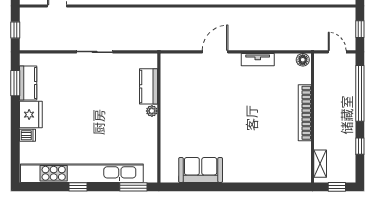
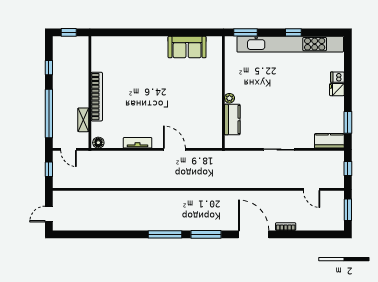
door: (215, 52) -> (174, 149), swing flipped
kitchen counter: (28, 83) -> (329, 141), moved, turned 90
fridge: (31, 115) -> (337, 90), width x0.53, depth x0.75
shelving: (320, 164) -> (83, 120), moved

